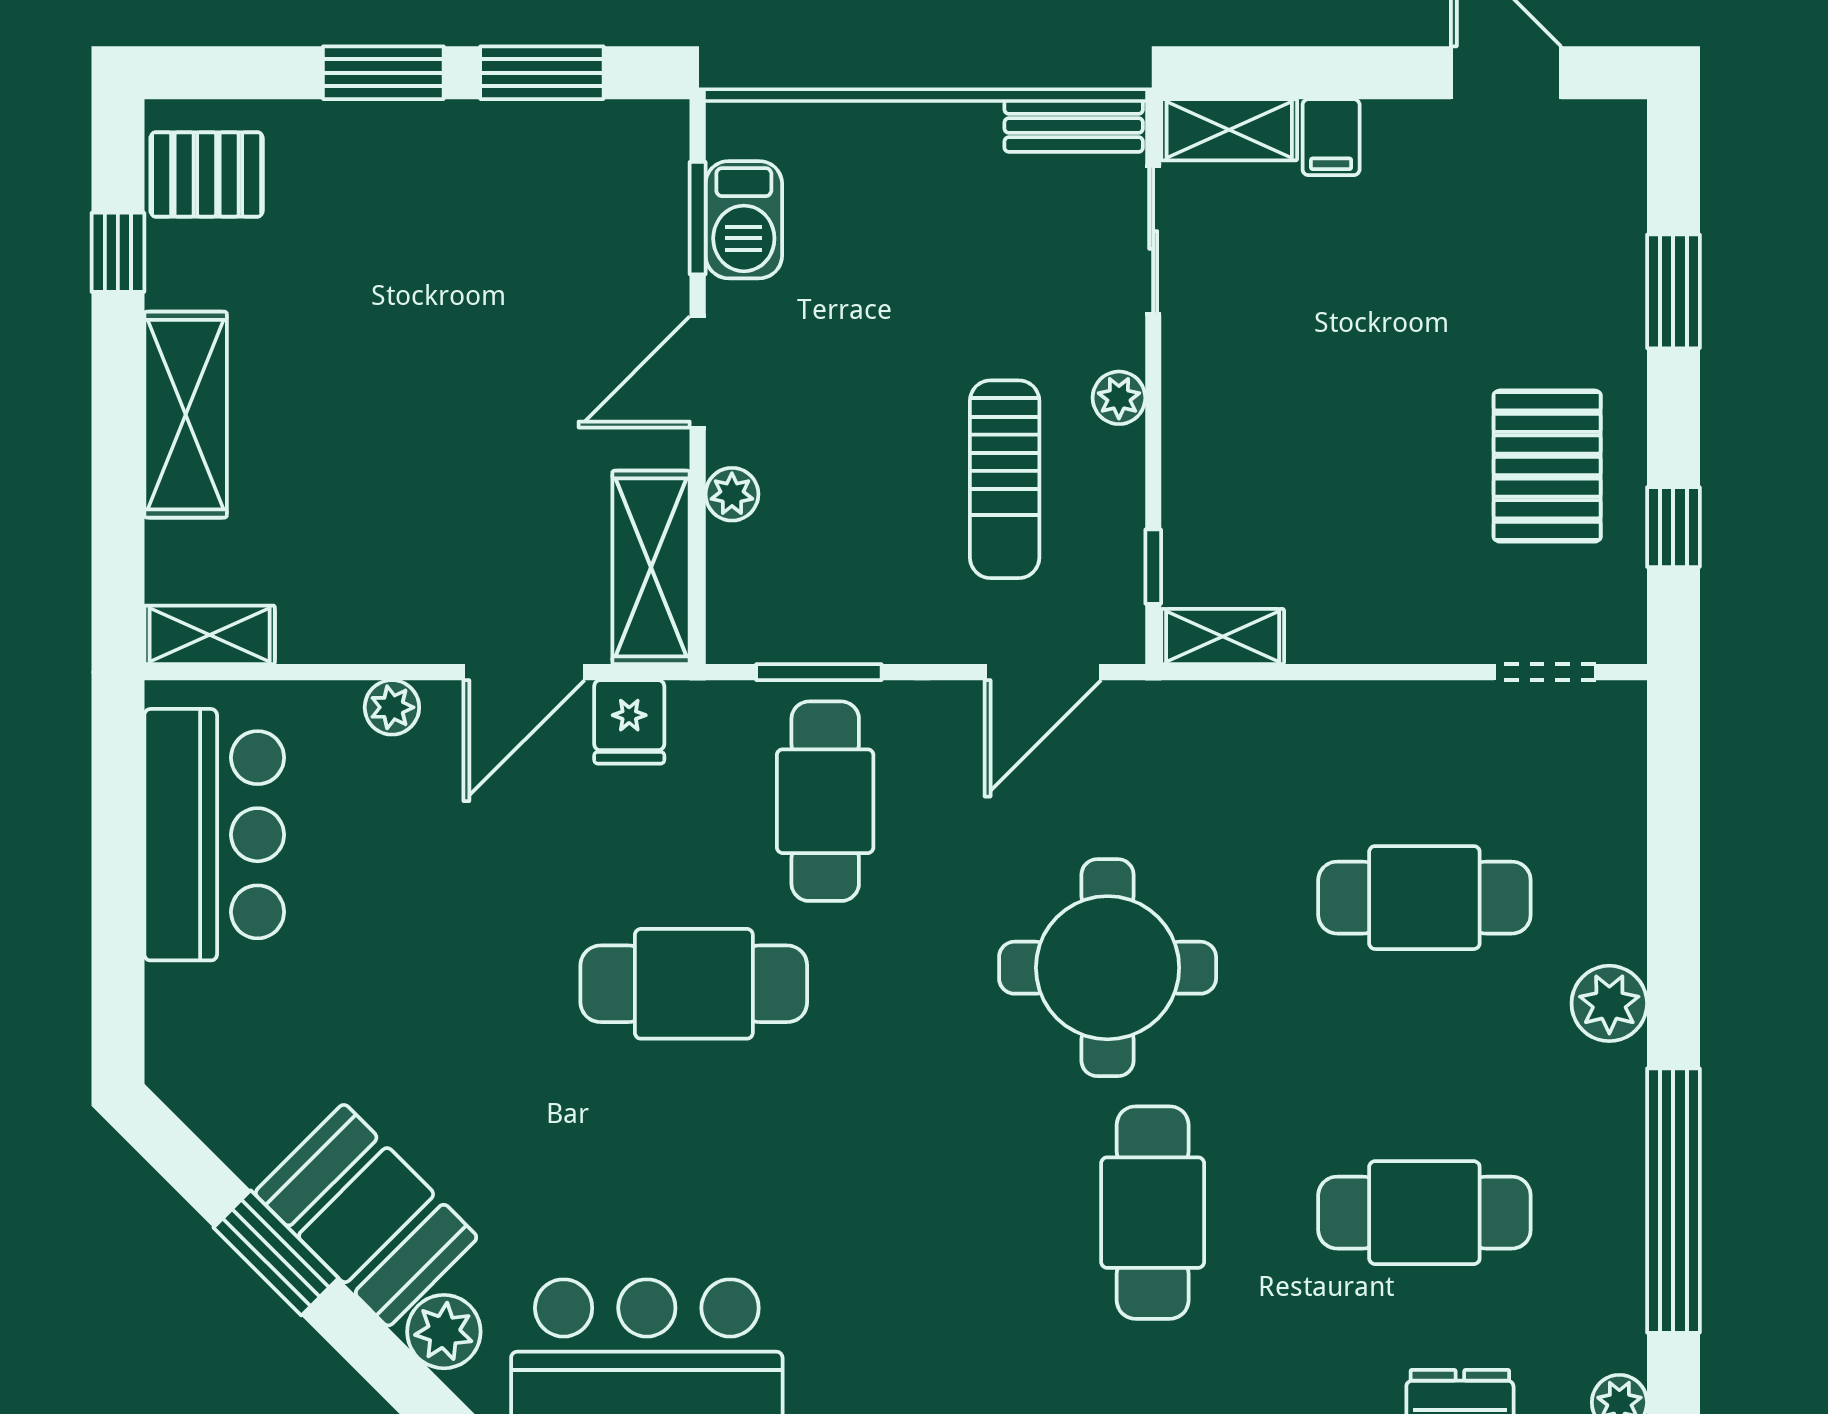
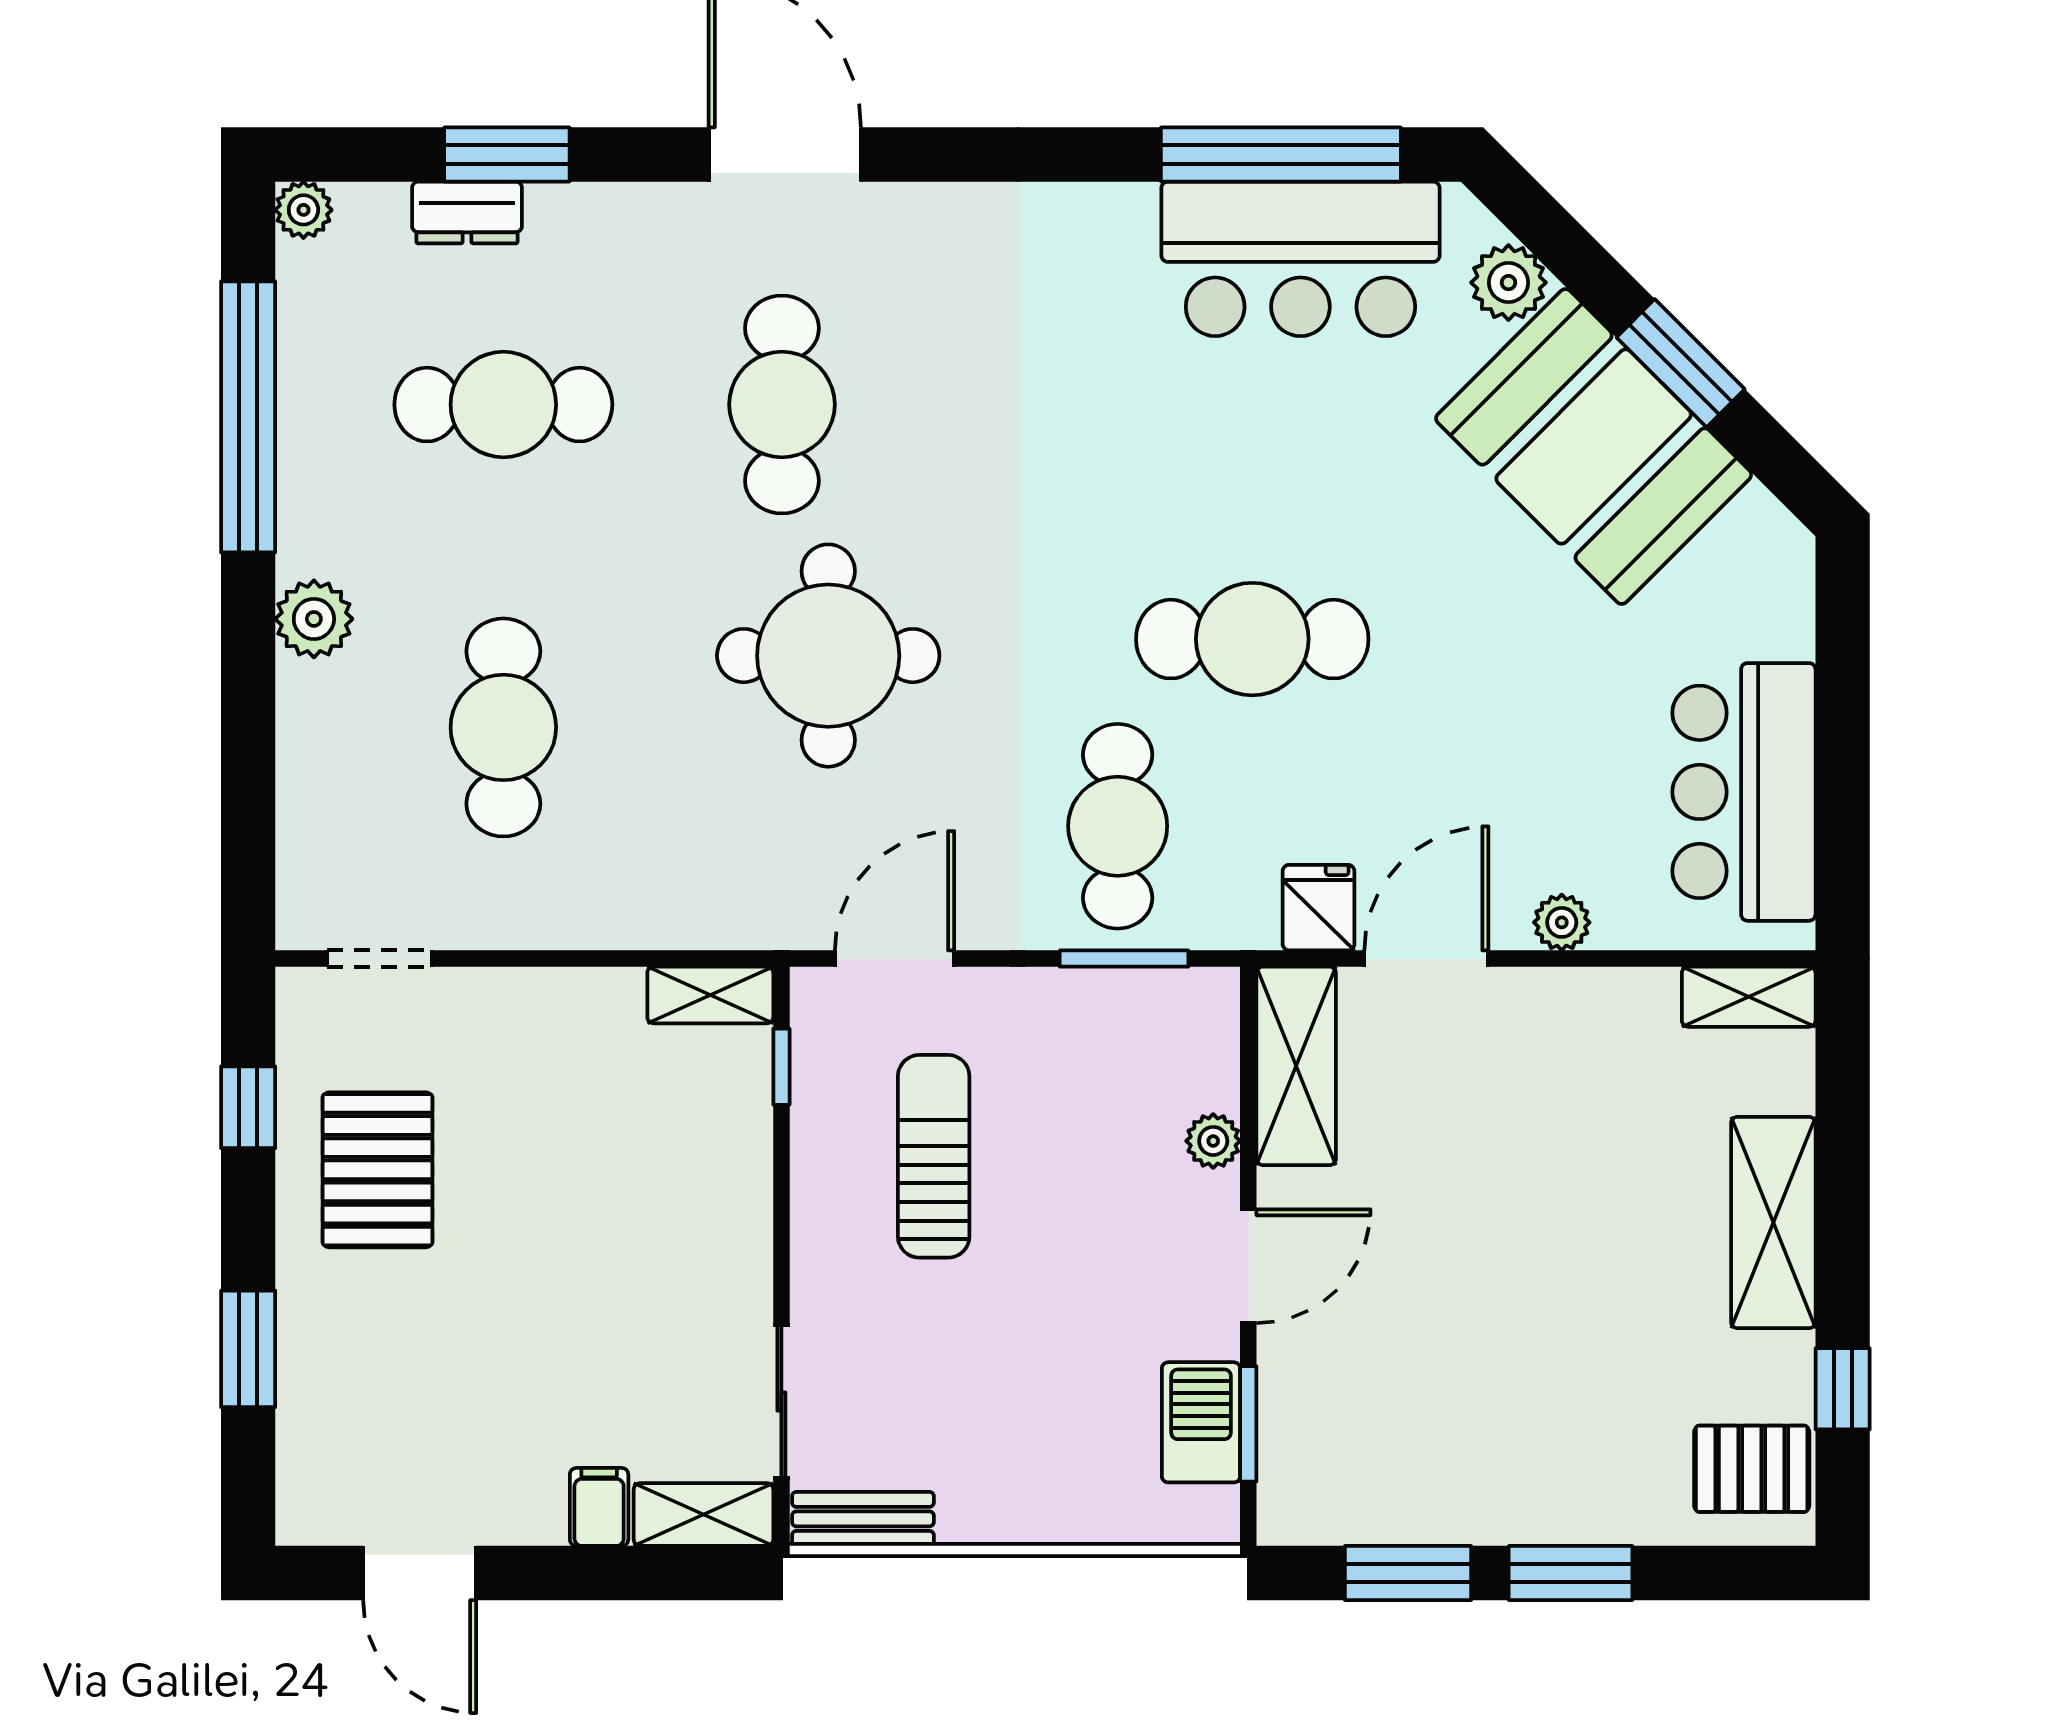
plant: (1119, 398) -> (816, 1240), removed
cafe table: (1424, 898) -> (503, 727), turned 90
booth: (366, 1215) -> (1594, 447), width x1.36, depth x1.42

